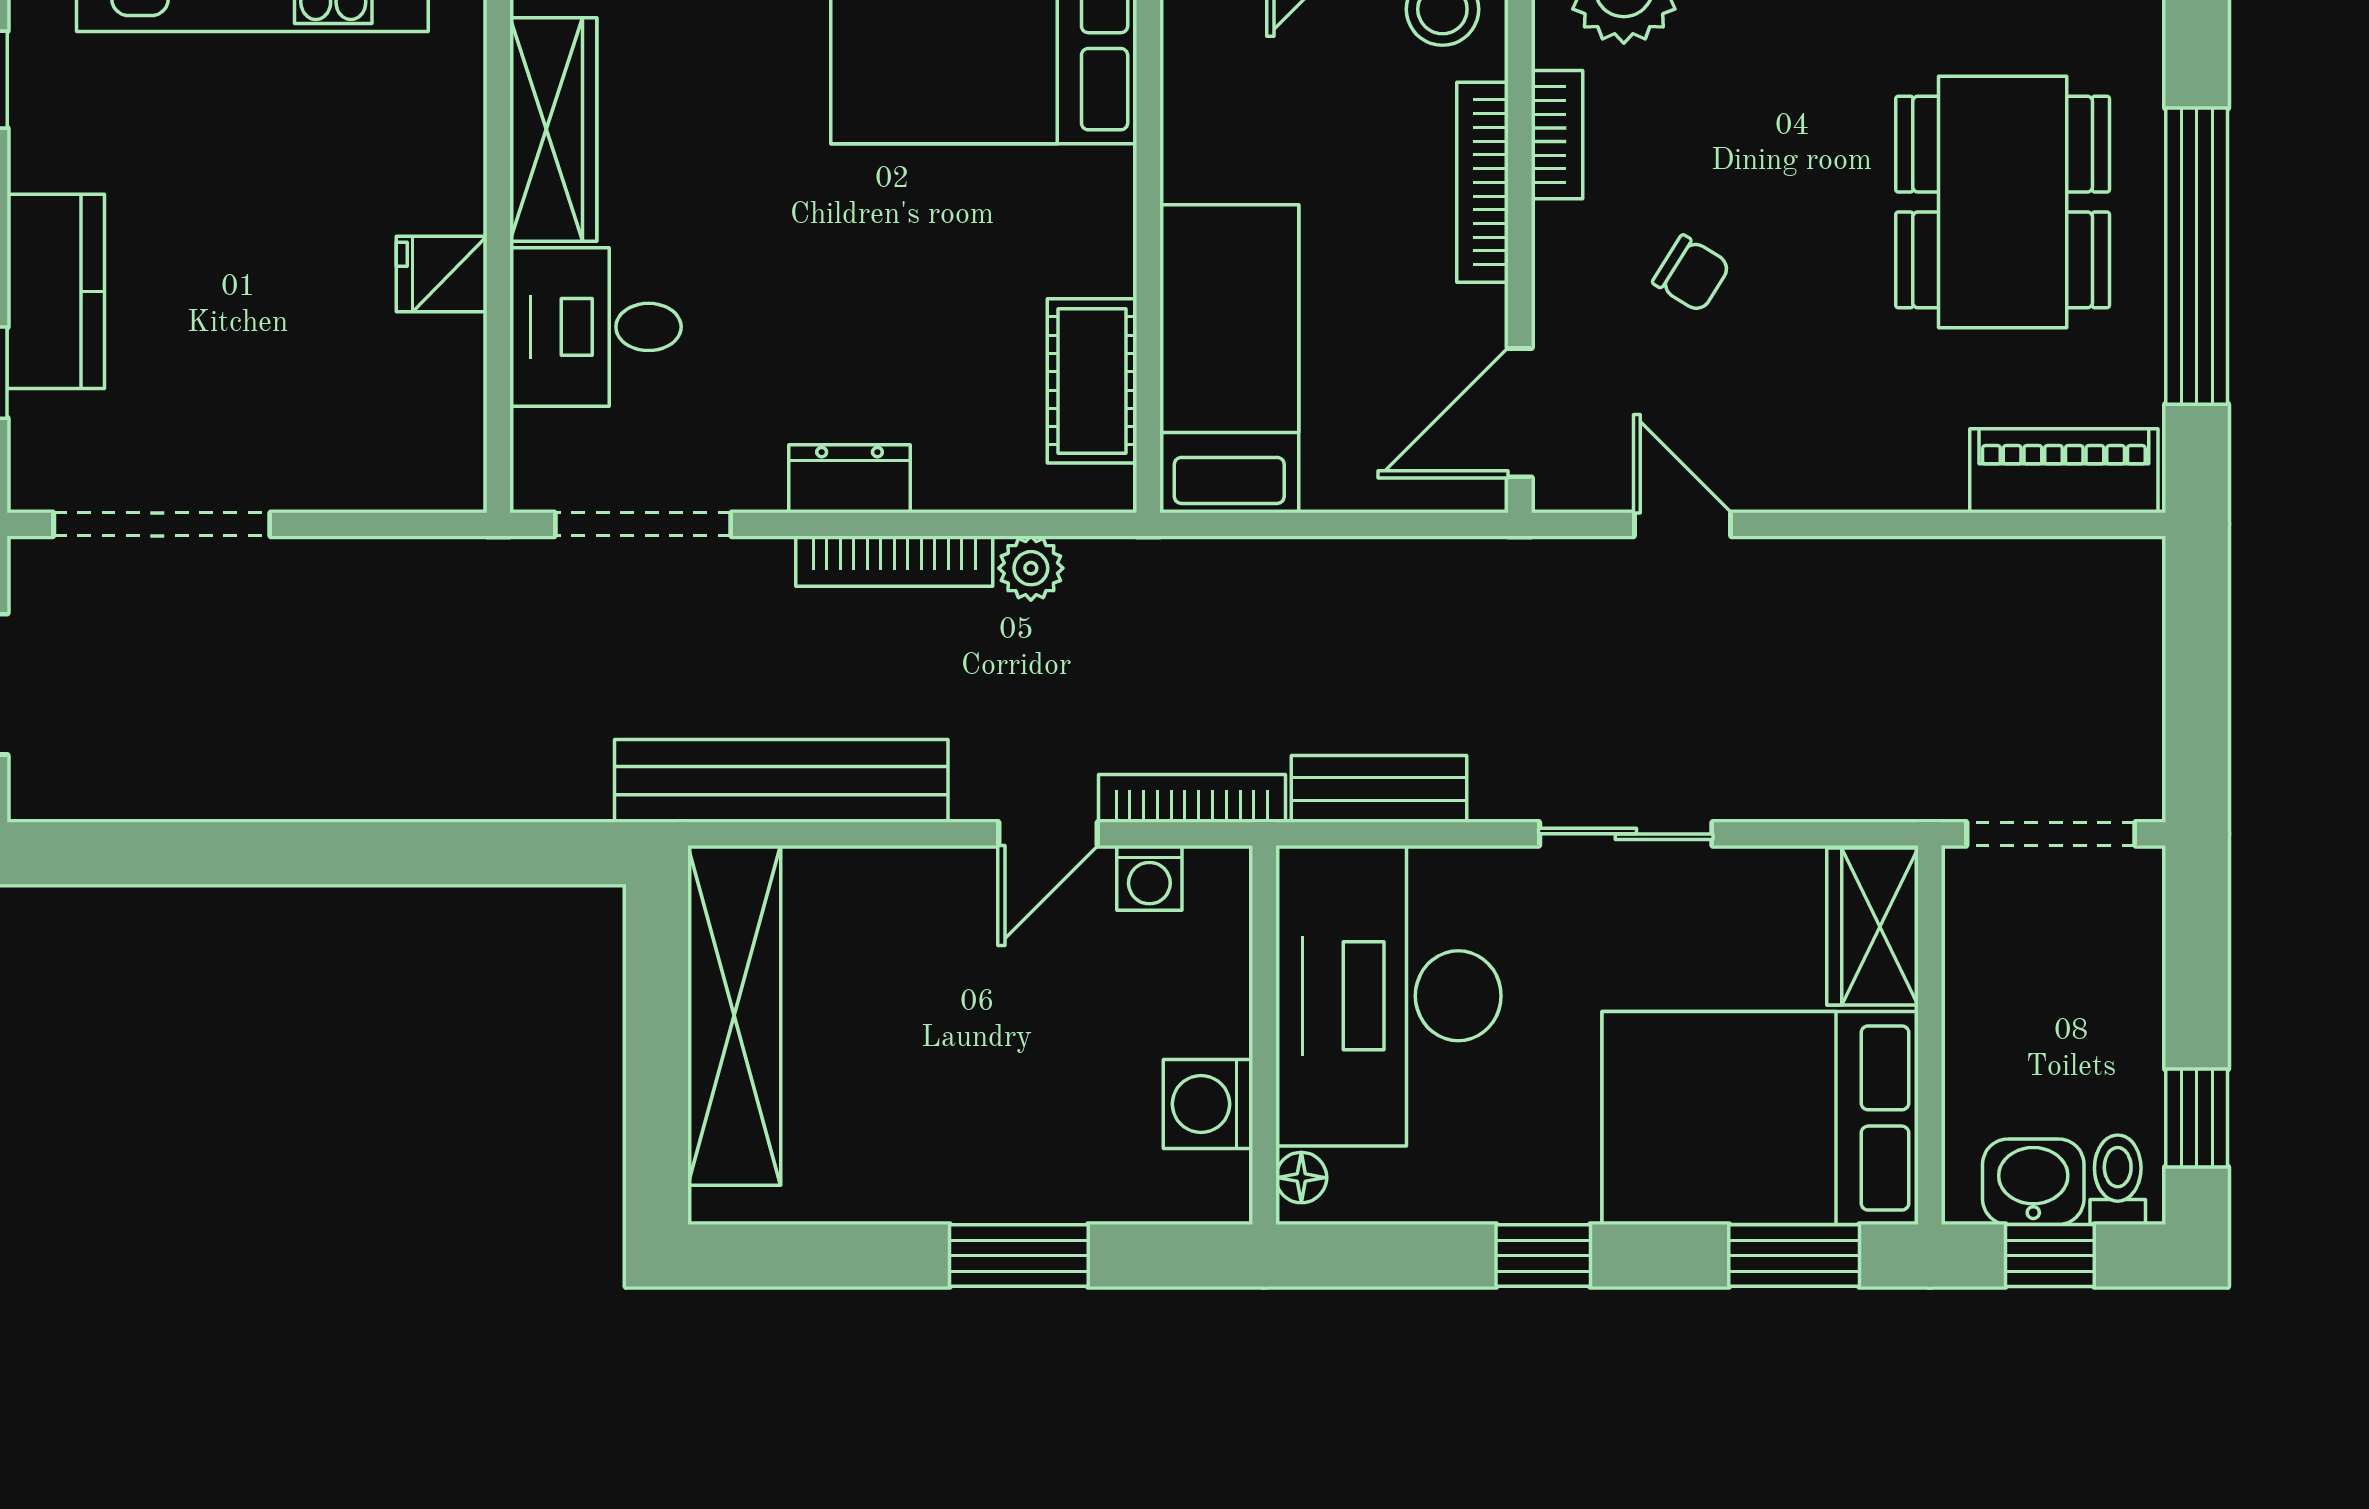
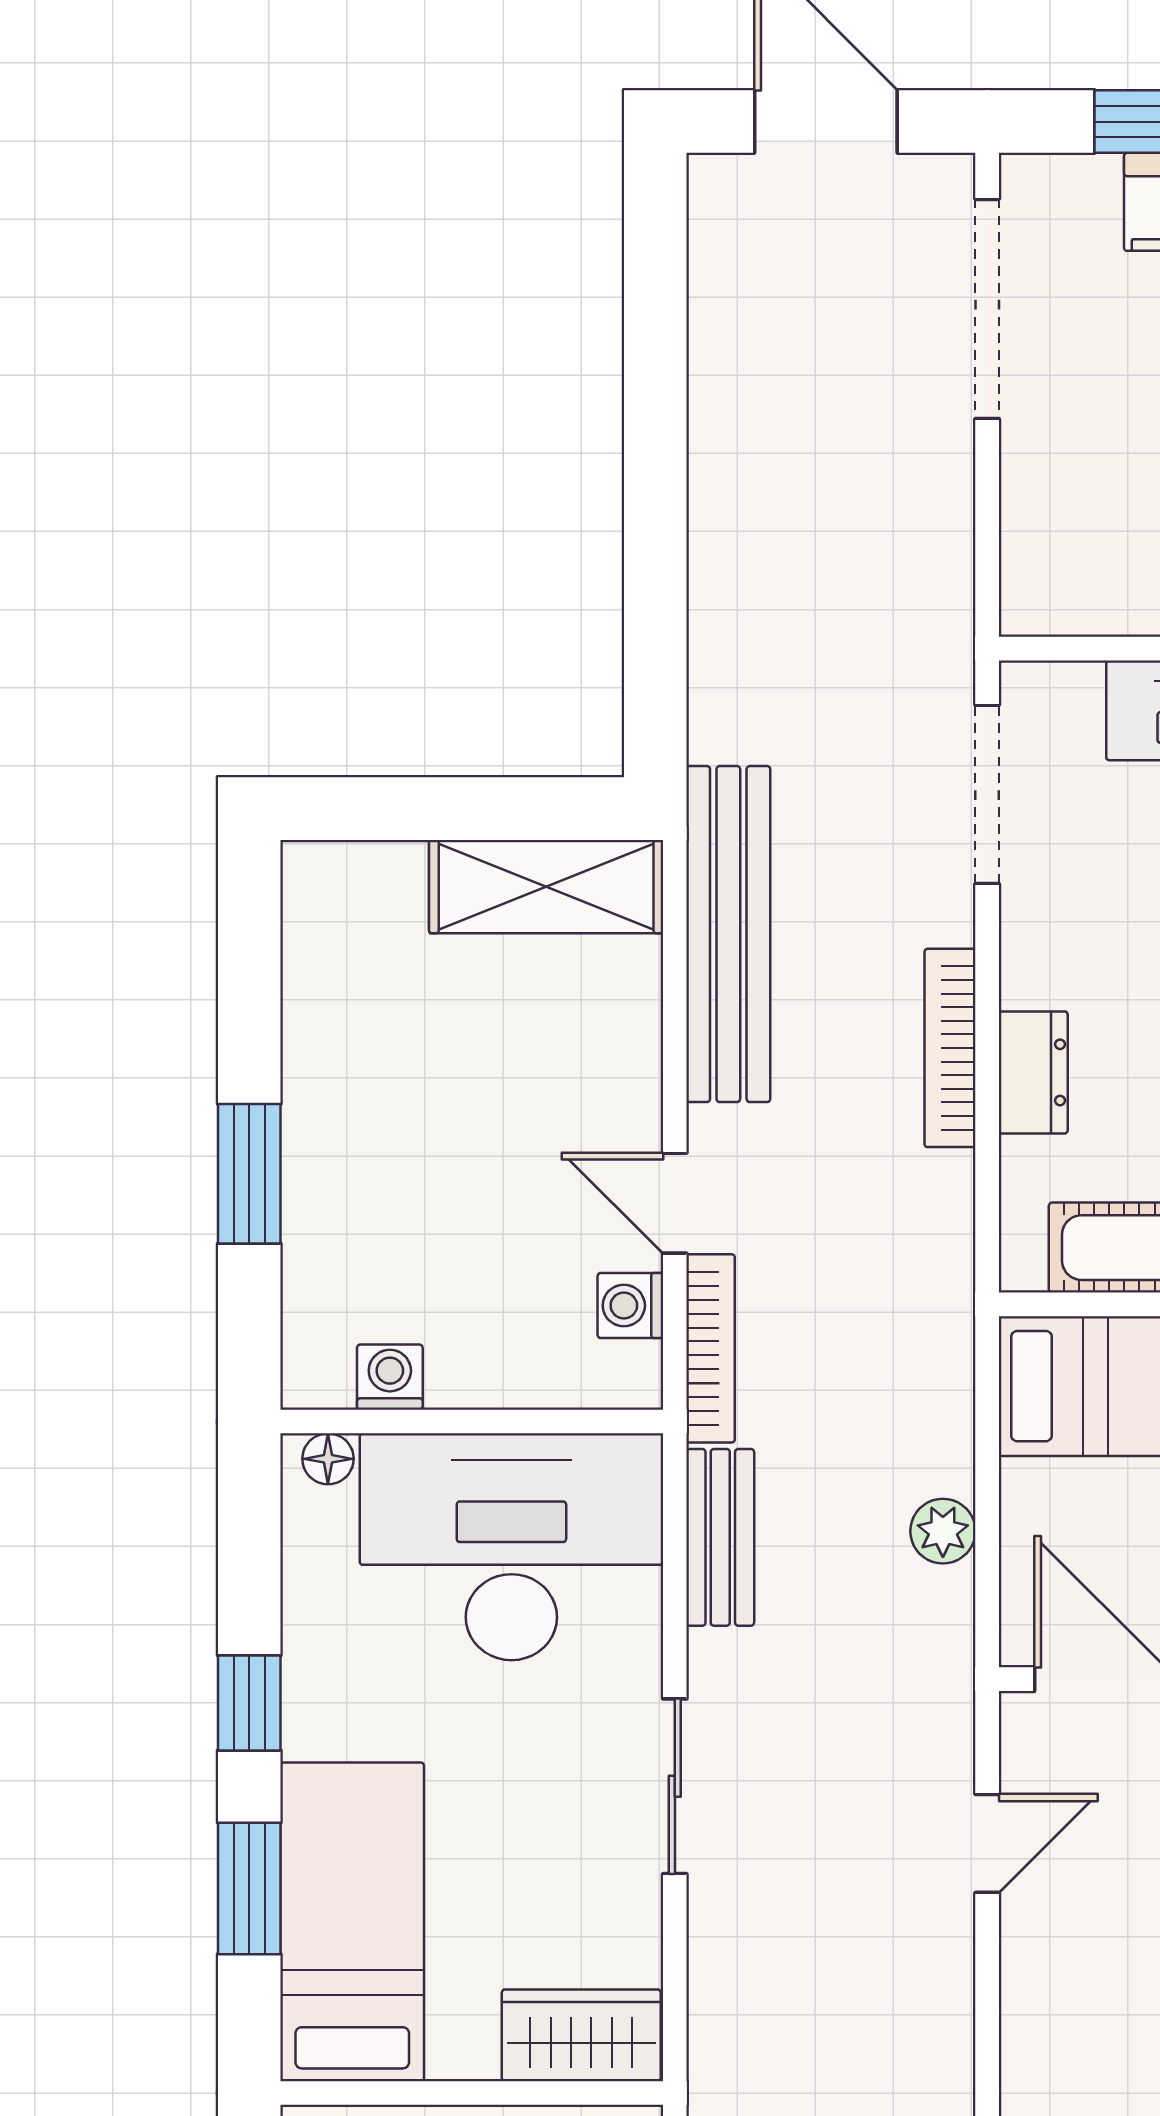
dresser: (850, 479) -> (1033, 1072), moved
plant: (1031, 568) -> (943, 1531), moved
shelving: (734, 1015) -> (546, 887), width x0.68
washing machine: (1208, 1104) -> (390, 1377), width x0.73, depth x0.73
bed: (1760, 1118) -> (352, 1922), width x0.67
window: (1794, 1256) -> (249, 1888), moved

